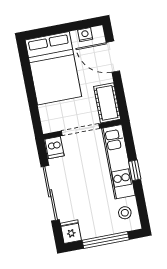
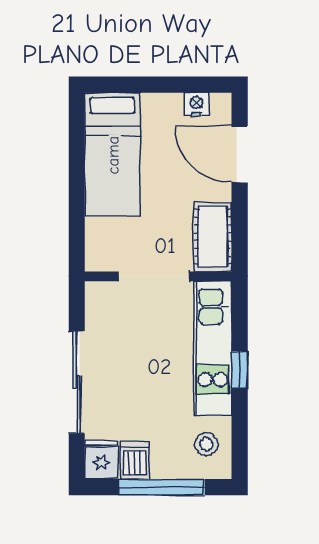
bed: (53, 68) -> (113, 155), width x0.67
dishwasher: (54, 147) -> (135, 460), moved, turned 180

